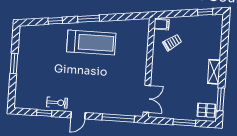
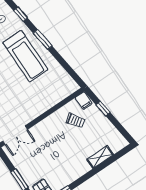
window: (205, 12) -> (103, 108), moved
shelving: (214, 72) -> (100, 157), moved

